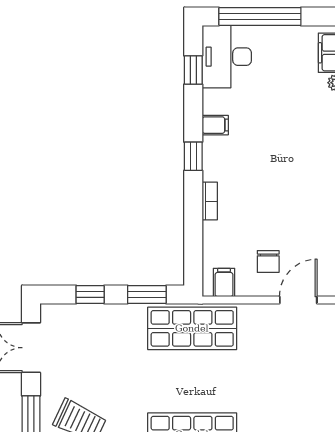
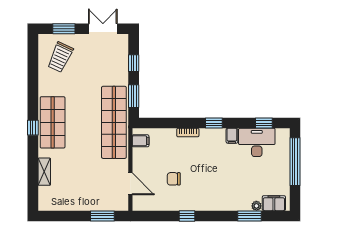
desk: (227, 57) -> (257, 142), moved
chair: (268, 262) -> (174, 179), moved
shop shelf: (192, 328) -> (114, 122), width x1.40

